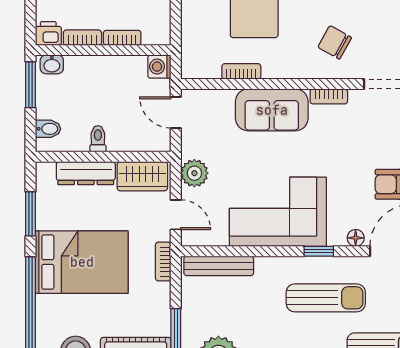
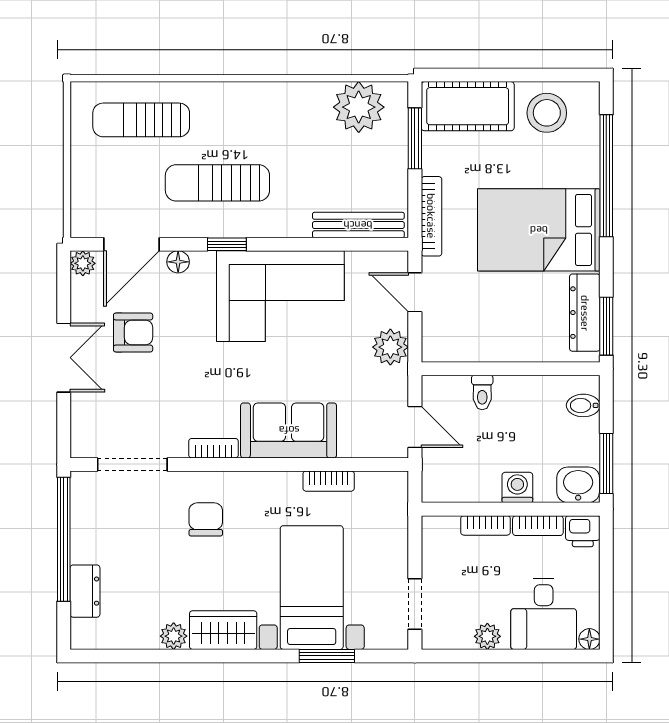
chair: (335, 42) -> (206, 519), turned -119
washbasin: (52, 64) -> (578, 485), width x1.38, depth x1.45
washing machine: (159, 67) -> (517, 487), moved, turned -90
toilet: (98, 139) -> (482, 392), moved
dresser: (86, 173) -> (585, 313), moved, turned -90
wardrobe: (142, 176) -> (459, 343), removed
window: (30, 214) -> (606, 326), moved
bookcase: (163, 262) -> (431, 216), width x1.56

